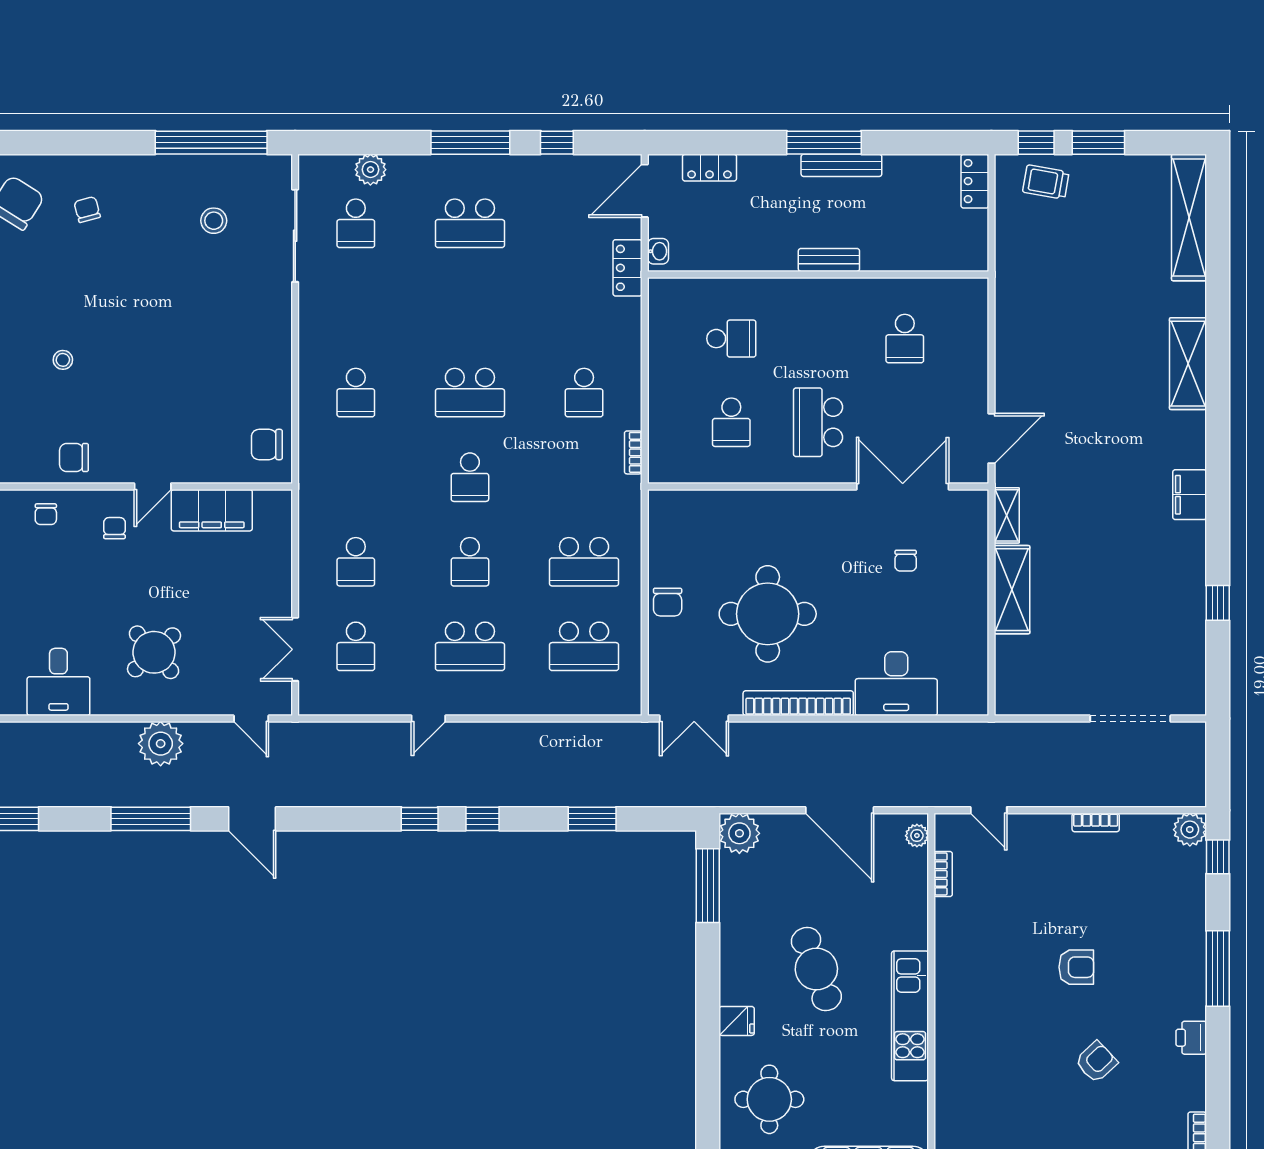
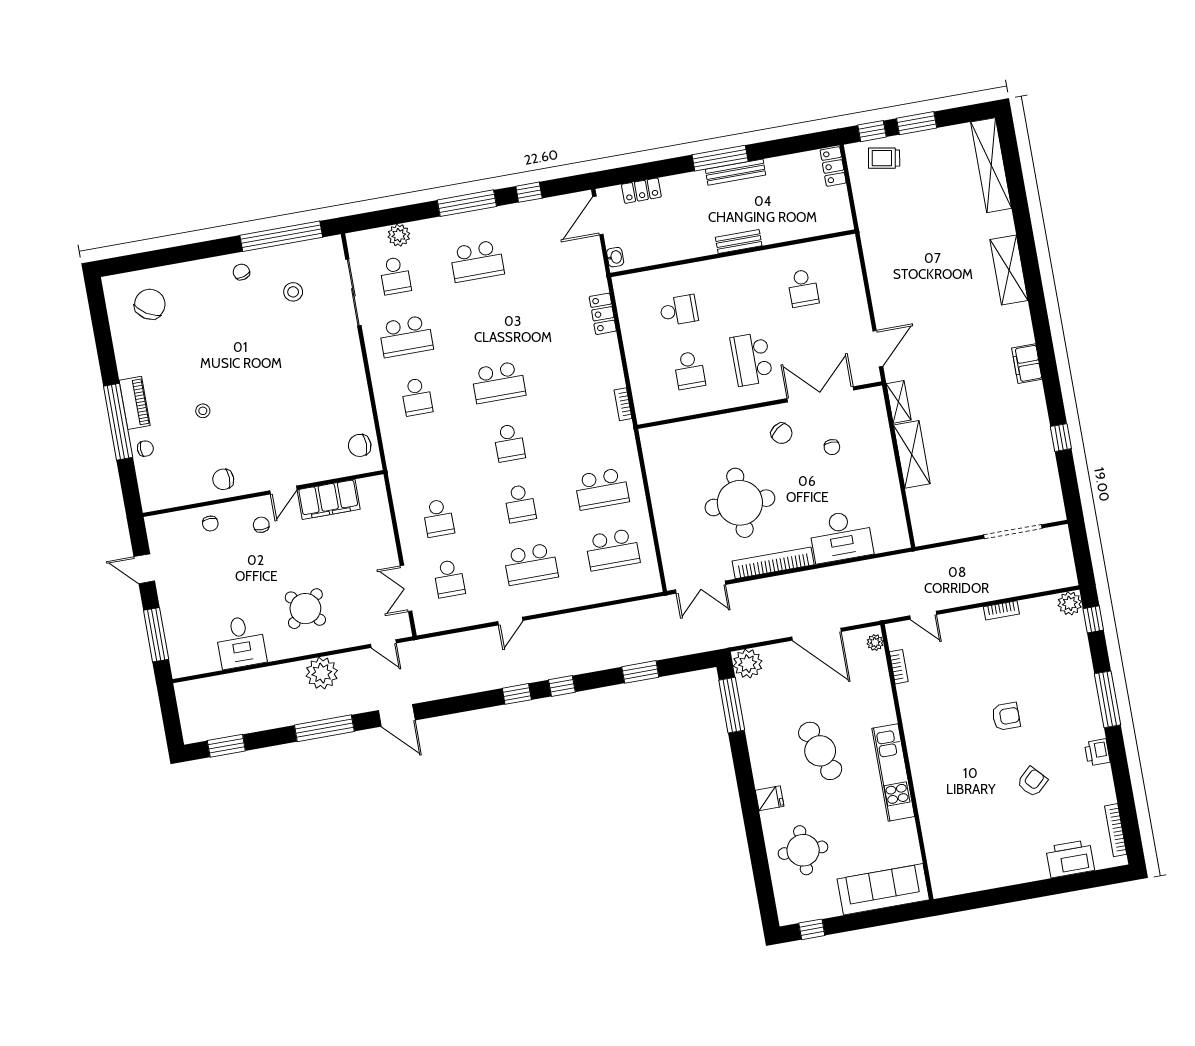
chair: (87, 209) -> (241, 272), moved
locker: (628, 268) -> (603, 314), moved
school desk: (584, 393) -> (406, 336), moved, width x1.85
chair: (668, 602) -> (782, 433), moved, turned -36

